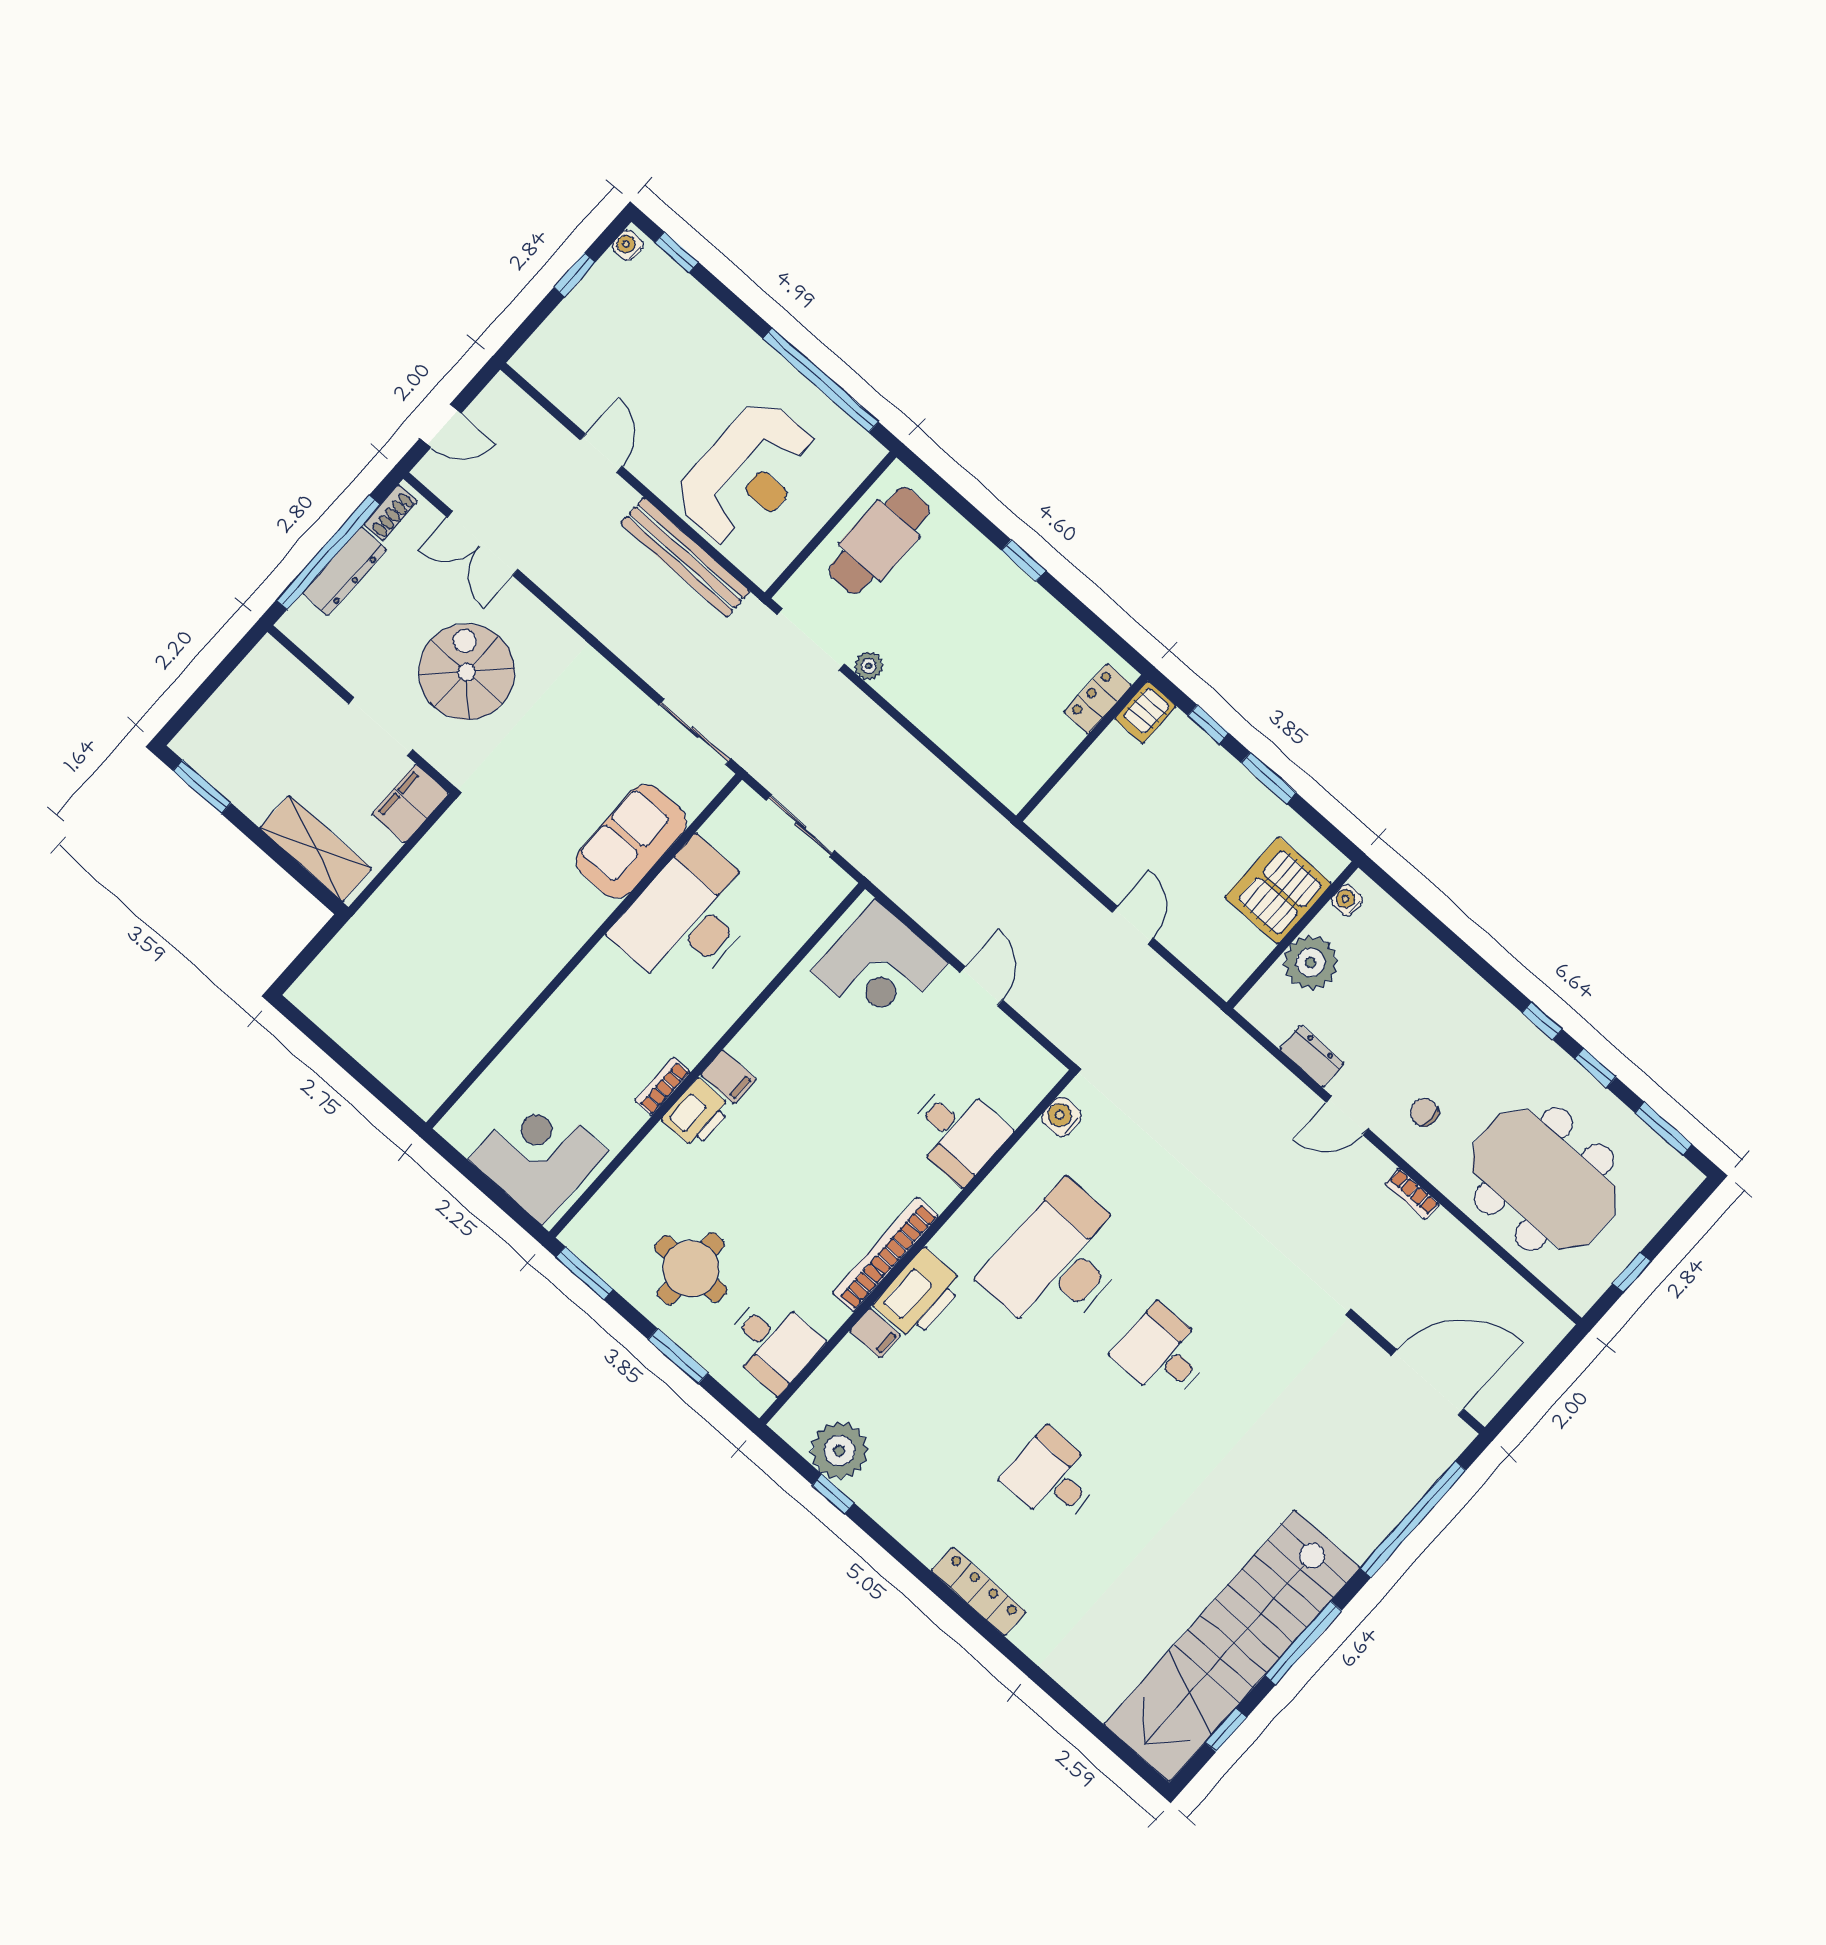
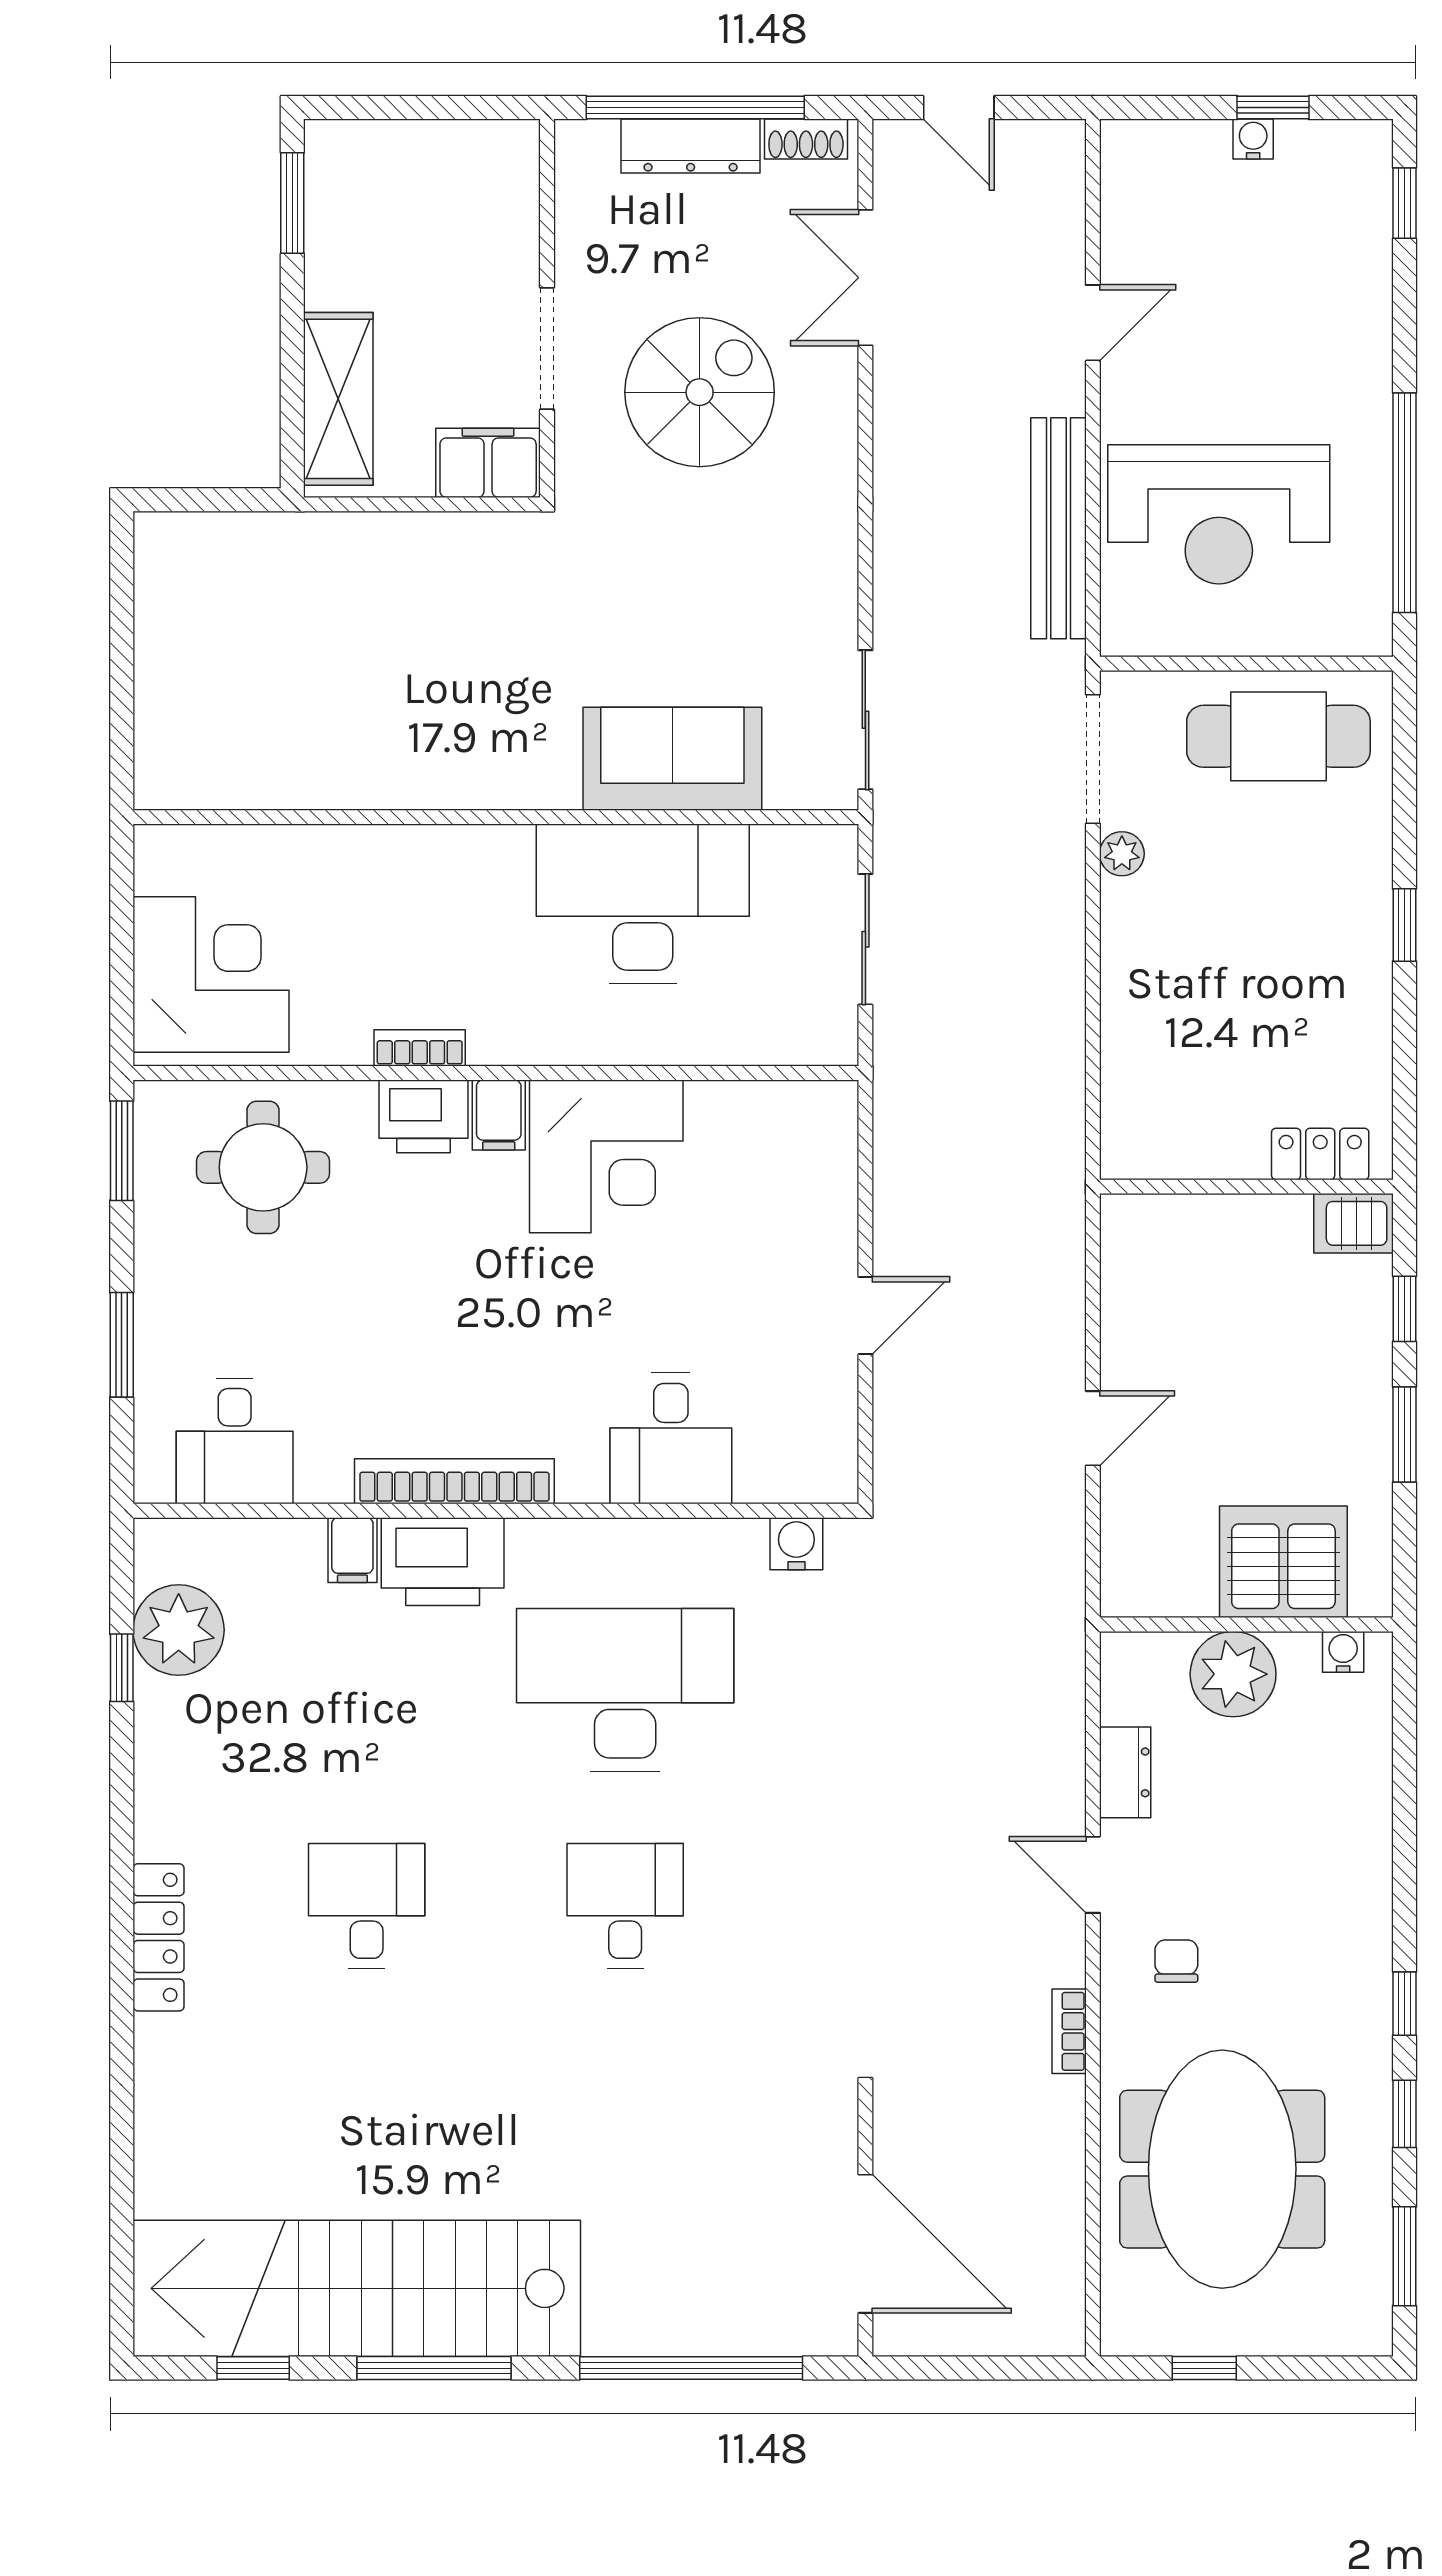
water cooler: (628, 245) -> (1253, 139), moved
corner desk: (879, 967) -> (606, 1156), moved, turned -90
round table: (691, 1269) -> (263, 1167), moved

